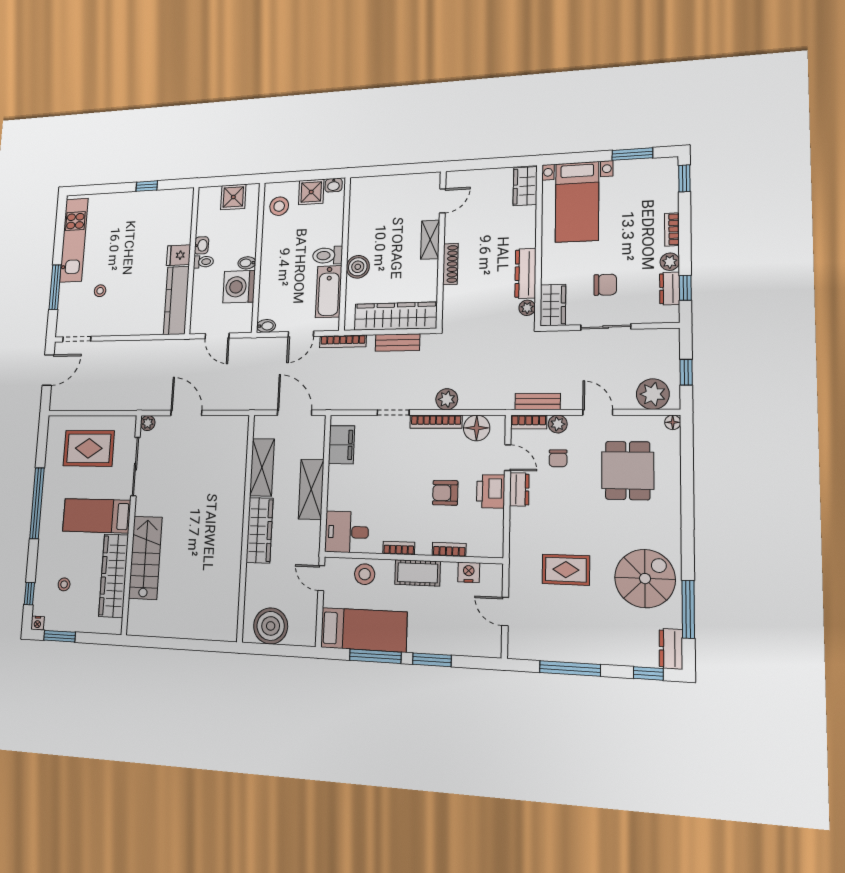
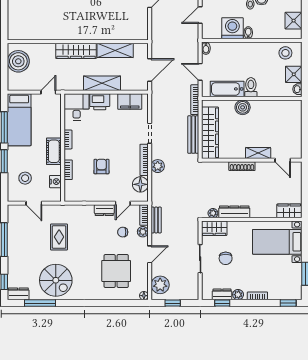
bench: (398, 343) -> (193, 135), width x1.36
dining table: (628, 471) -> (116, 271), turned 90
printer: (491, 491) -> (100, 102), moved, turned 180
stool: (365, 574) -> (25, 178), moved
door: (505, 612) -> (34, 203), swing flipped

